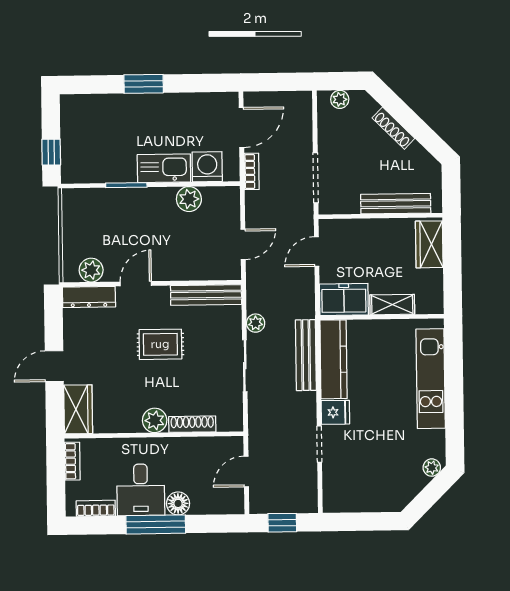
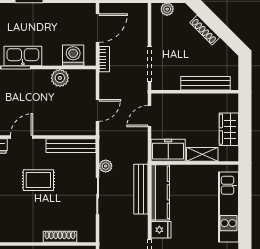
kitchen sink: (164, 168) -> (23, 56), moved
wardrobe: (429, 244) -> (229, 129), moved
plant: (155, 420) -> (34, 234), removed

